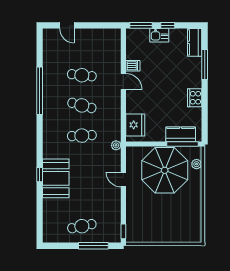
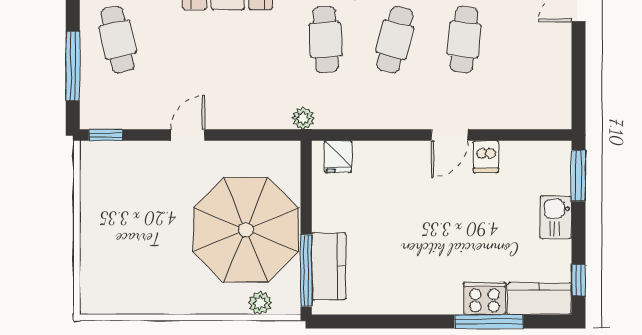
window: (168, 25) -> (578, 280), moved
cooker: (195, 98) -> (485, 299), moved
fridge: (135, 125) -> (338, 157), width x0.53, depth x0.75
door: (123, 180) -> (188, 135), moved

